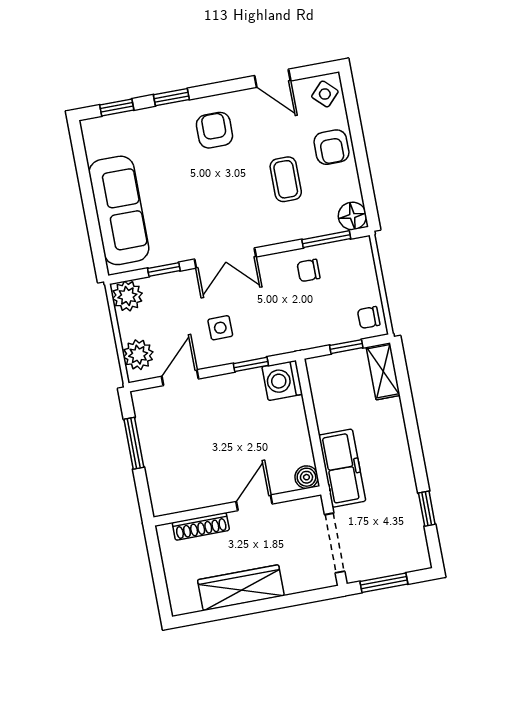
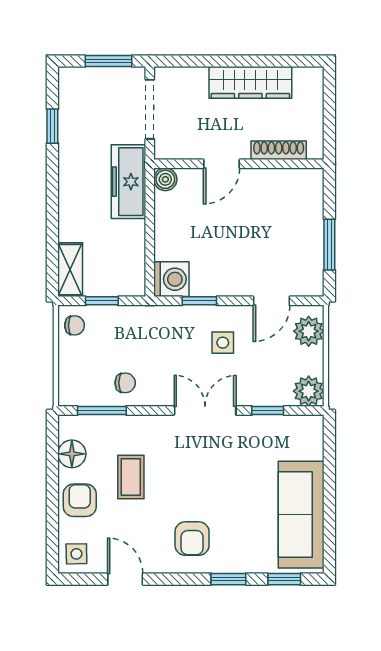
side table: (325, 94) -> (76, 554), turned 45
sofa: (119, 210) -> (301, 515), moved
floor lamp: (352, 216) -> (72, 454), moved

